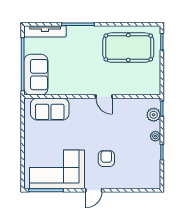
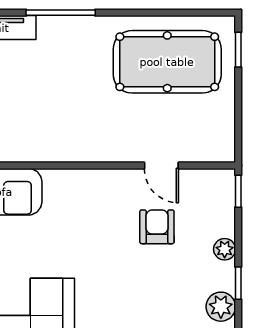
door: (104, 97) -> (161, 165), moved
plant: (154, 115) -> (221, 307), moved
armchair: (106, 159) -> (157, 227), moved

